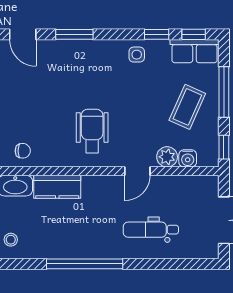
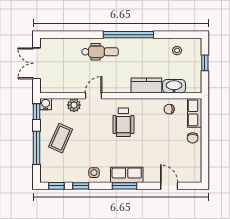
window: (74, 34) -> (125, 186), moved
row of seats: (194, 51) -> (127, 175), moved
water cooler: (188, 158) -> (46, 104), moved
dental chair: (151, 230) -> (100, 52), moved

